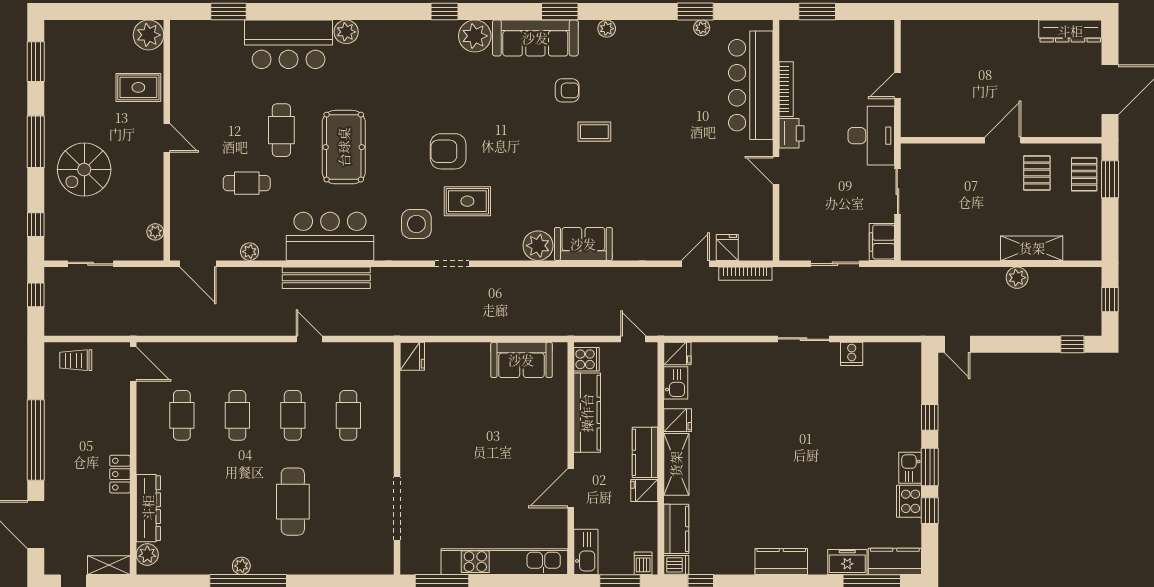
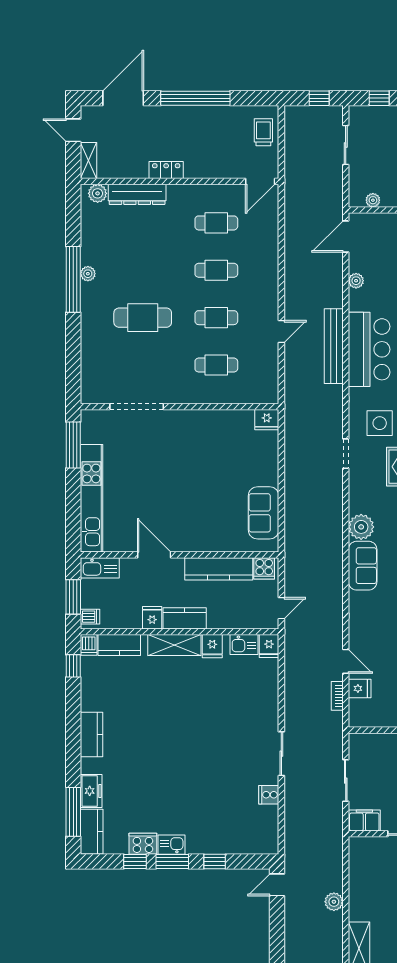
bookcase: (745, 274) -> (337, 696), width x0.64
plant: (1017, 278) -> (334, 902), moved

